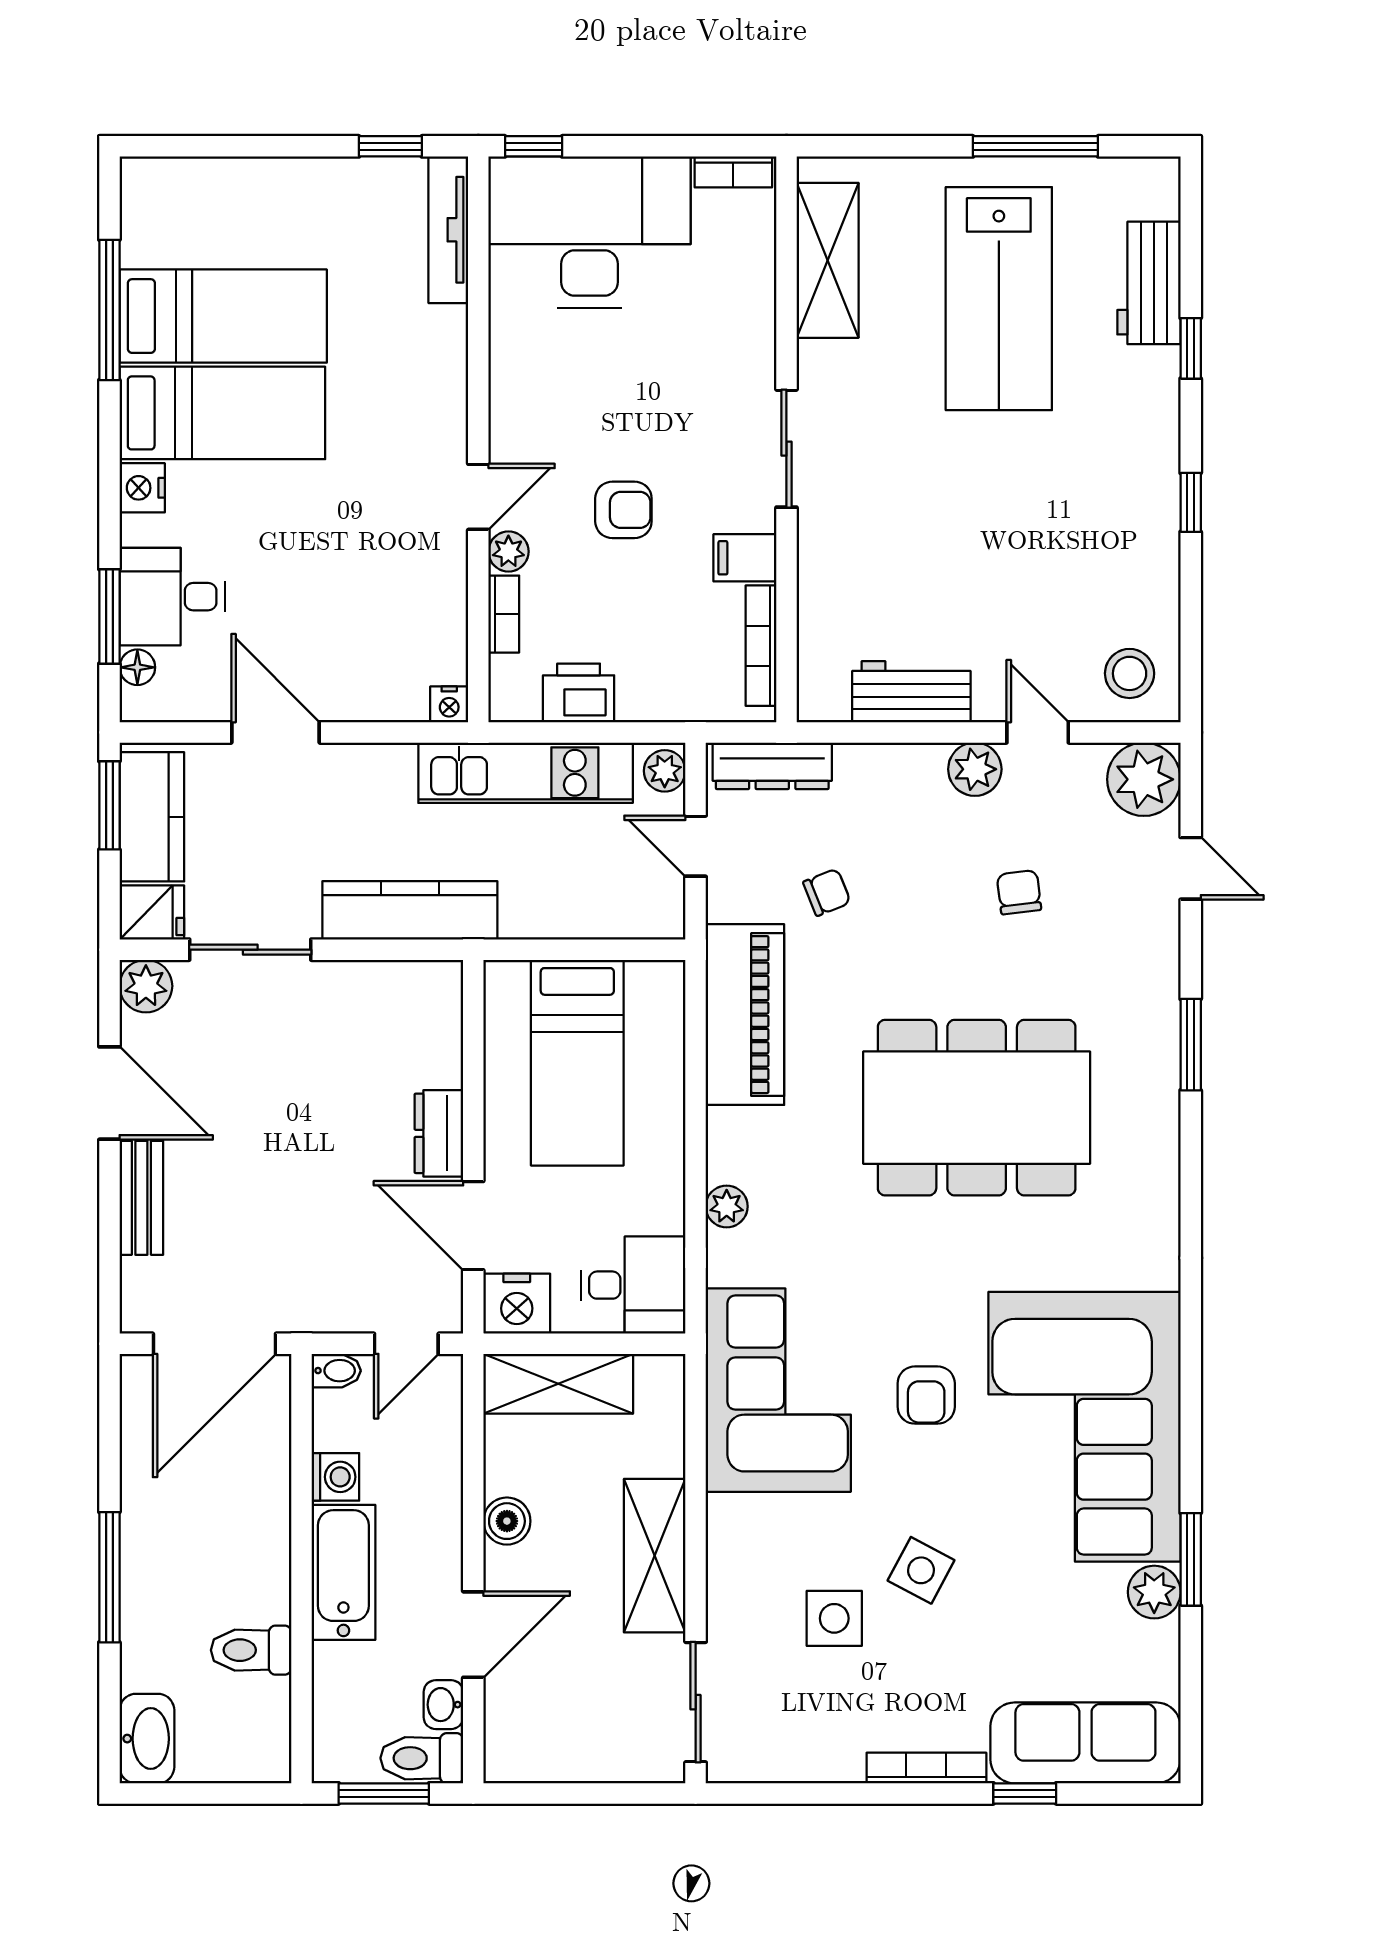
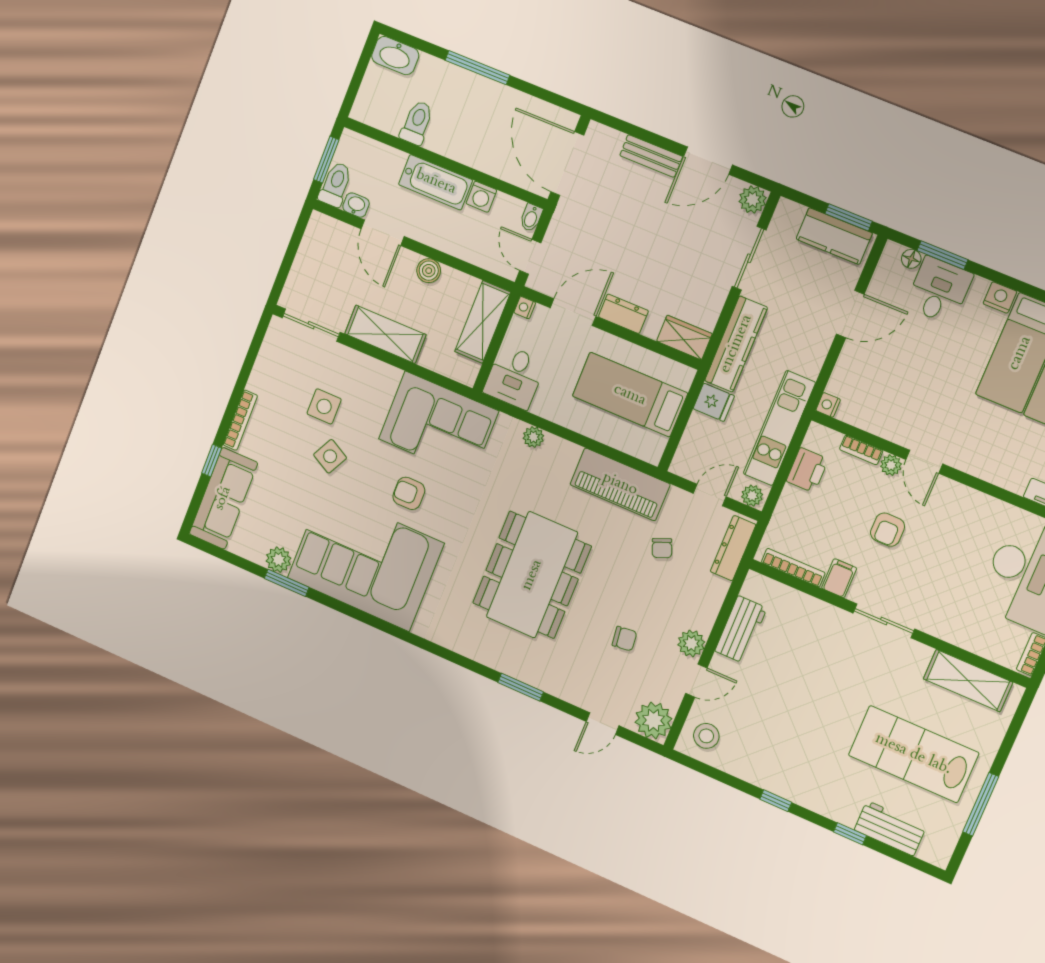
fridge: (152, 912) -> (714, 402), moved, turned -90
wardrobe: (436, 1007) -> (684, 337), added
nightstand: (517, 1304) -> (525, 308), width x0.53, depth x0.56

